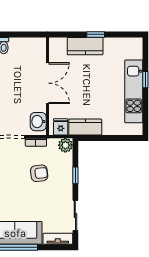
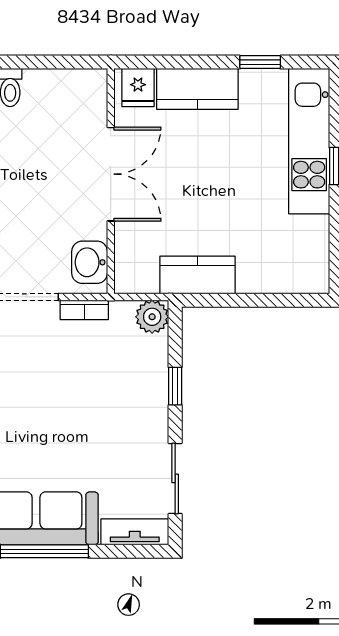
window: (96, 34) -> (260, 62), moved
kitchen unit: (134, 91) -> (309, 141), moved
fridge: (61, 127) -> (138, 88), moved, turned 180
armchair: (39, 173) -> (92, 381), removed

